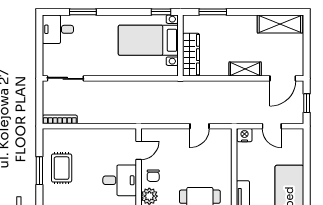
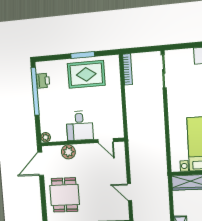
rug: (62, 168) -> (86, 74), width x1.36, depth x1.43
chair: (153, 176) -> (85, 154), removed

